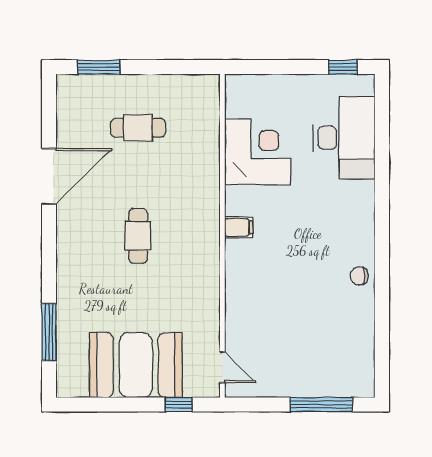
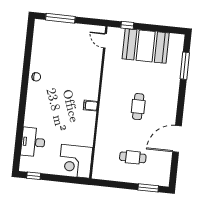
desk: (344, 138) -> (33, 142), width x0.73, depth x0.77
corner desk: (258, 152) -> (76, 161), moved

